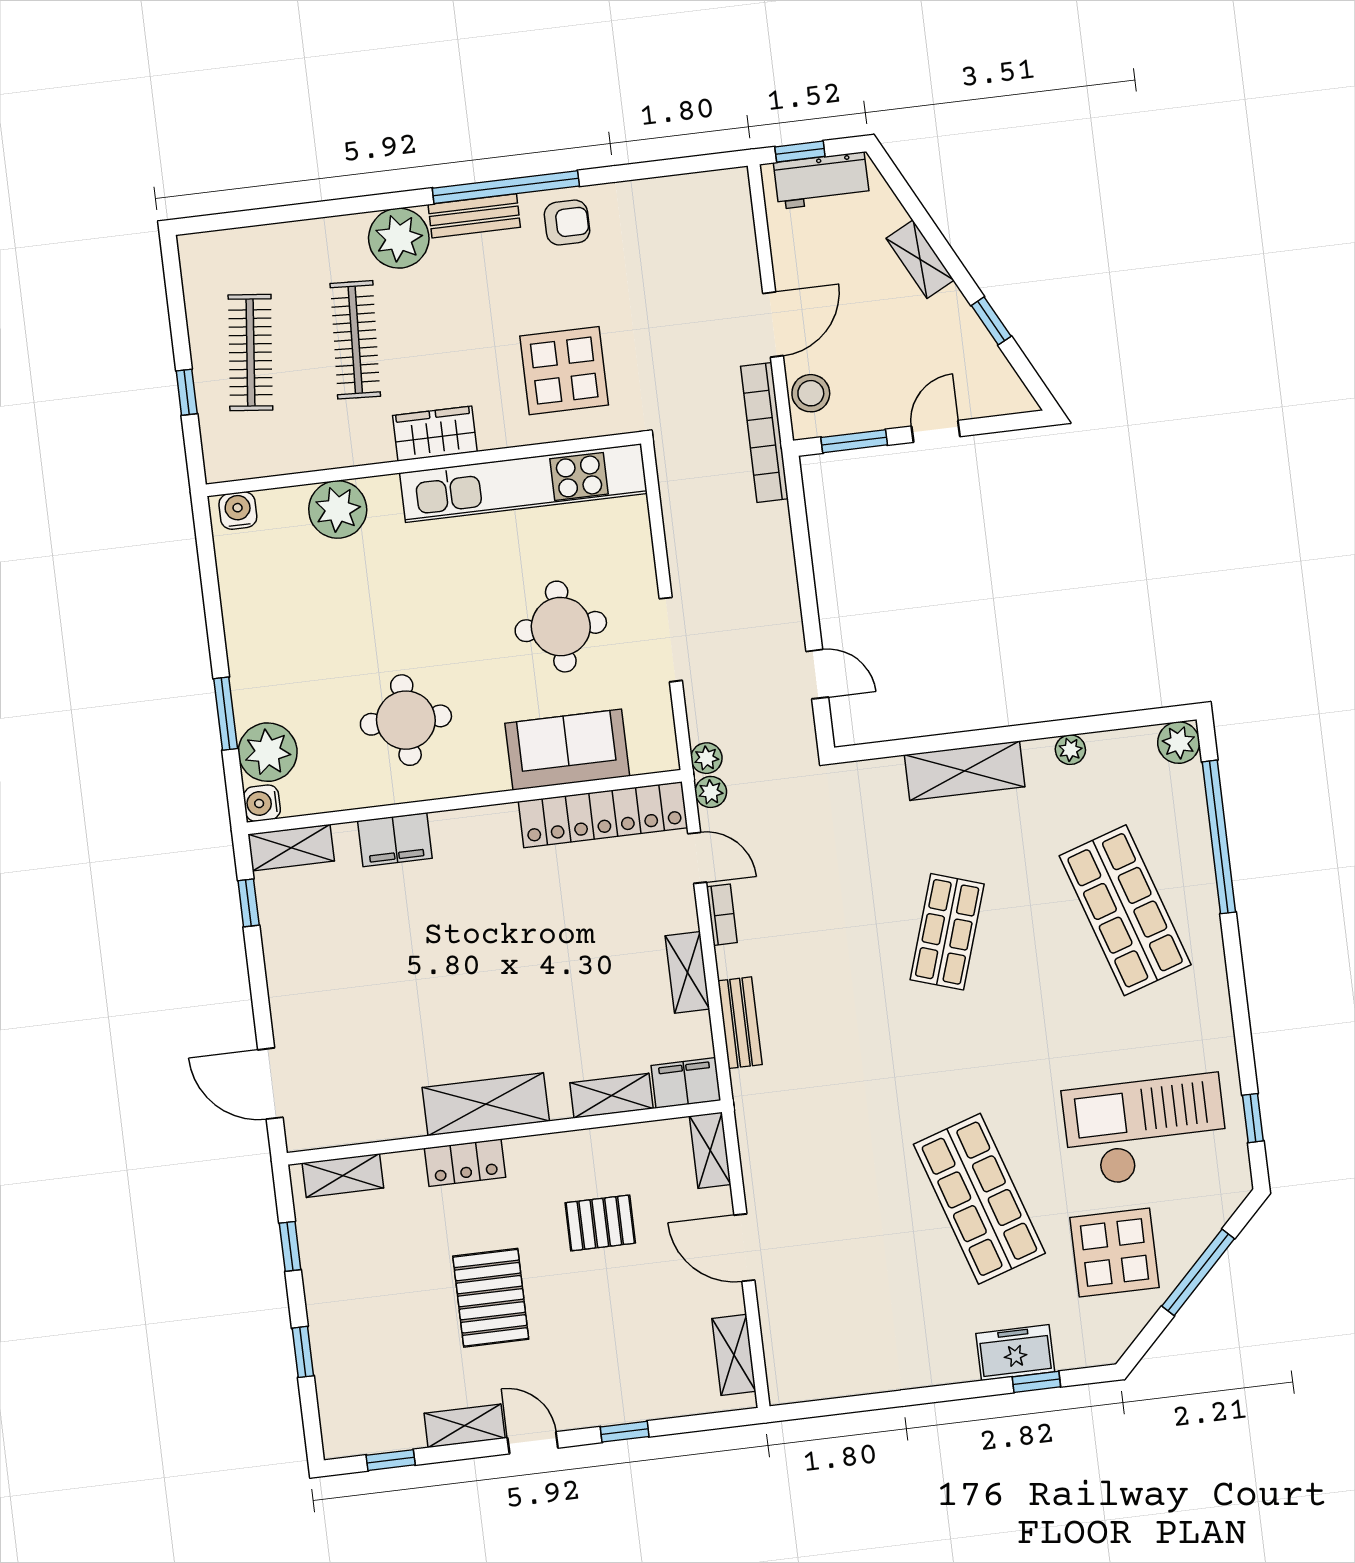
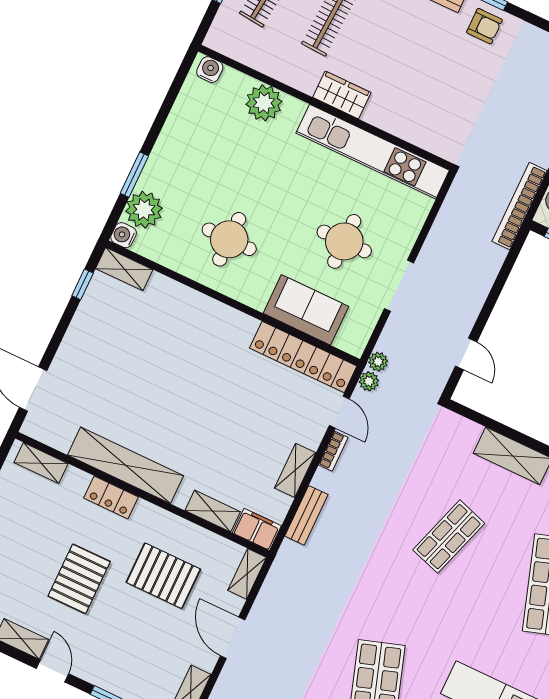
display table: (564, 371) -> (433, 105), removed
filing cabinet: (395, 840) -> (183, 300), removed
shelving: (486, 1104) -> (126, 465), width x1.47
pallet: (600, 1223) -> (163, 576), width x1.50, depth x1.42

